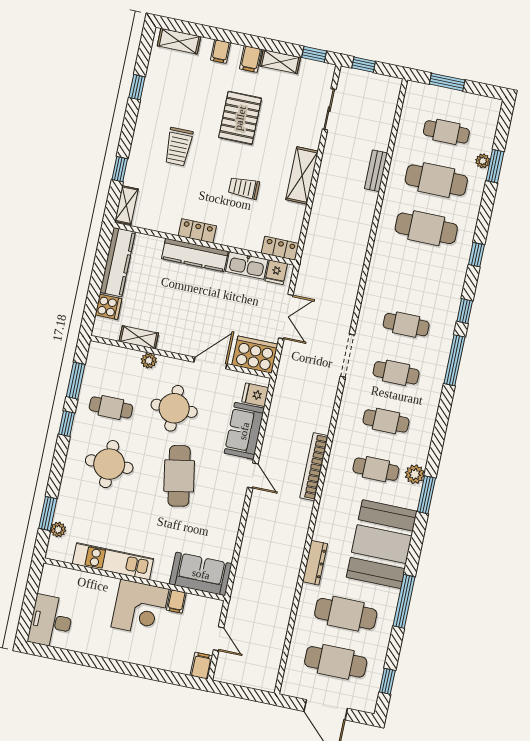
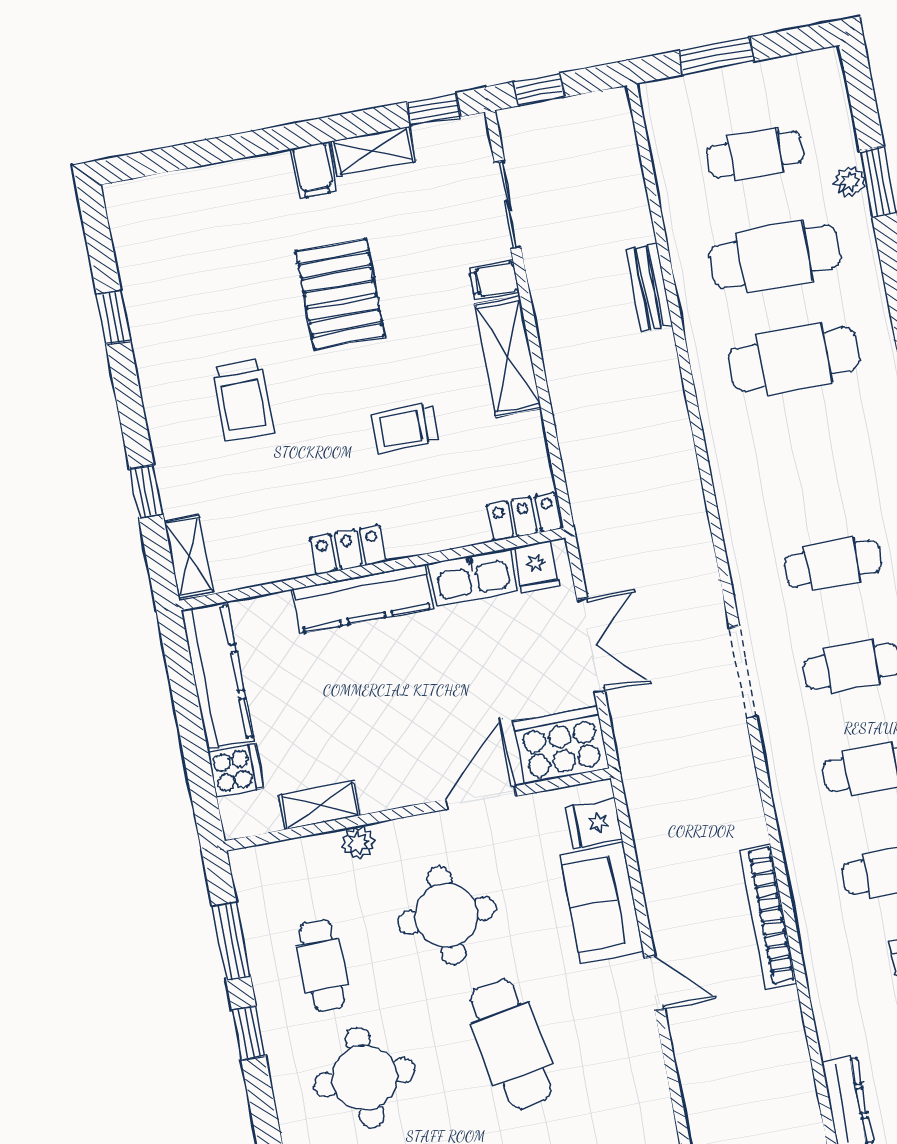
shelving: (179, 41) -> (158, 193), removed
filing cabinet: (221, 51) -> (494, 280), moved, turned 90
cafe table: (111, 407) -> (322, 965), turned 90

